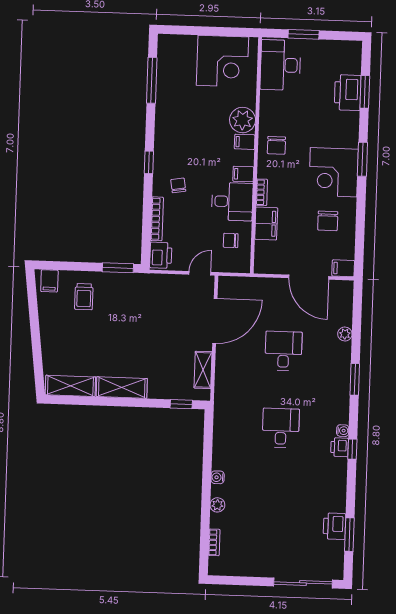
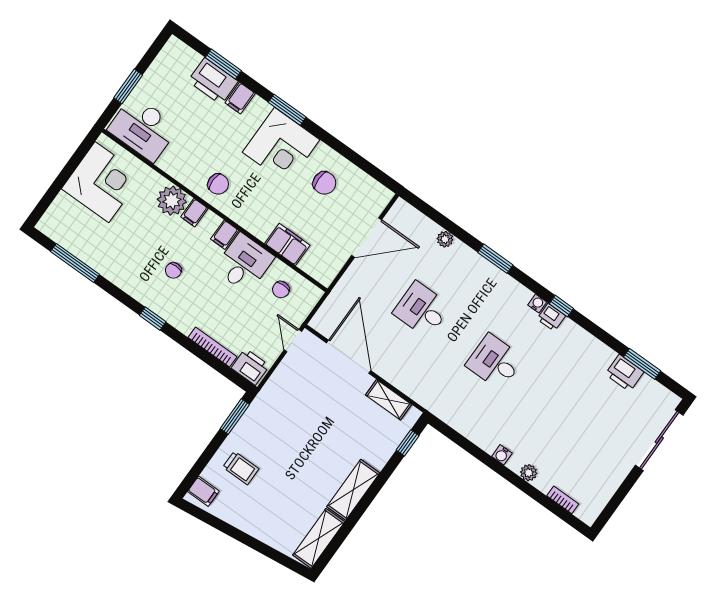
chair: (178, 185) -> (173, 270), moved, turned -81
bookcase: (262, 192) -> (254, 229), removed
filing cabinet: (343, 268) -> (240, 98), moved

